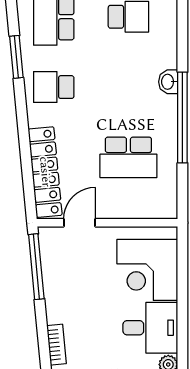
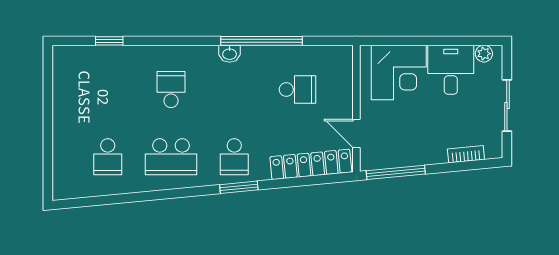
window: (16, 57) -> (239, 187), moved
school desk: (128, 157) -> (298, 89), width x0.54

